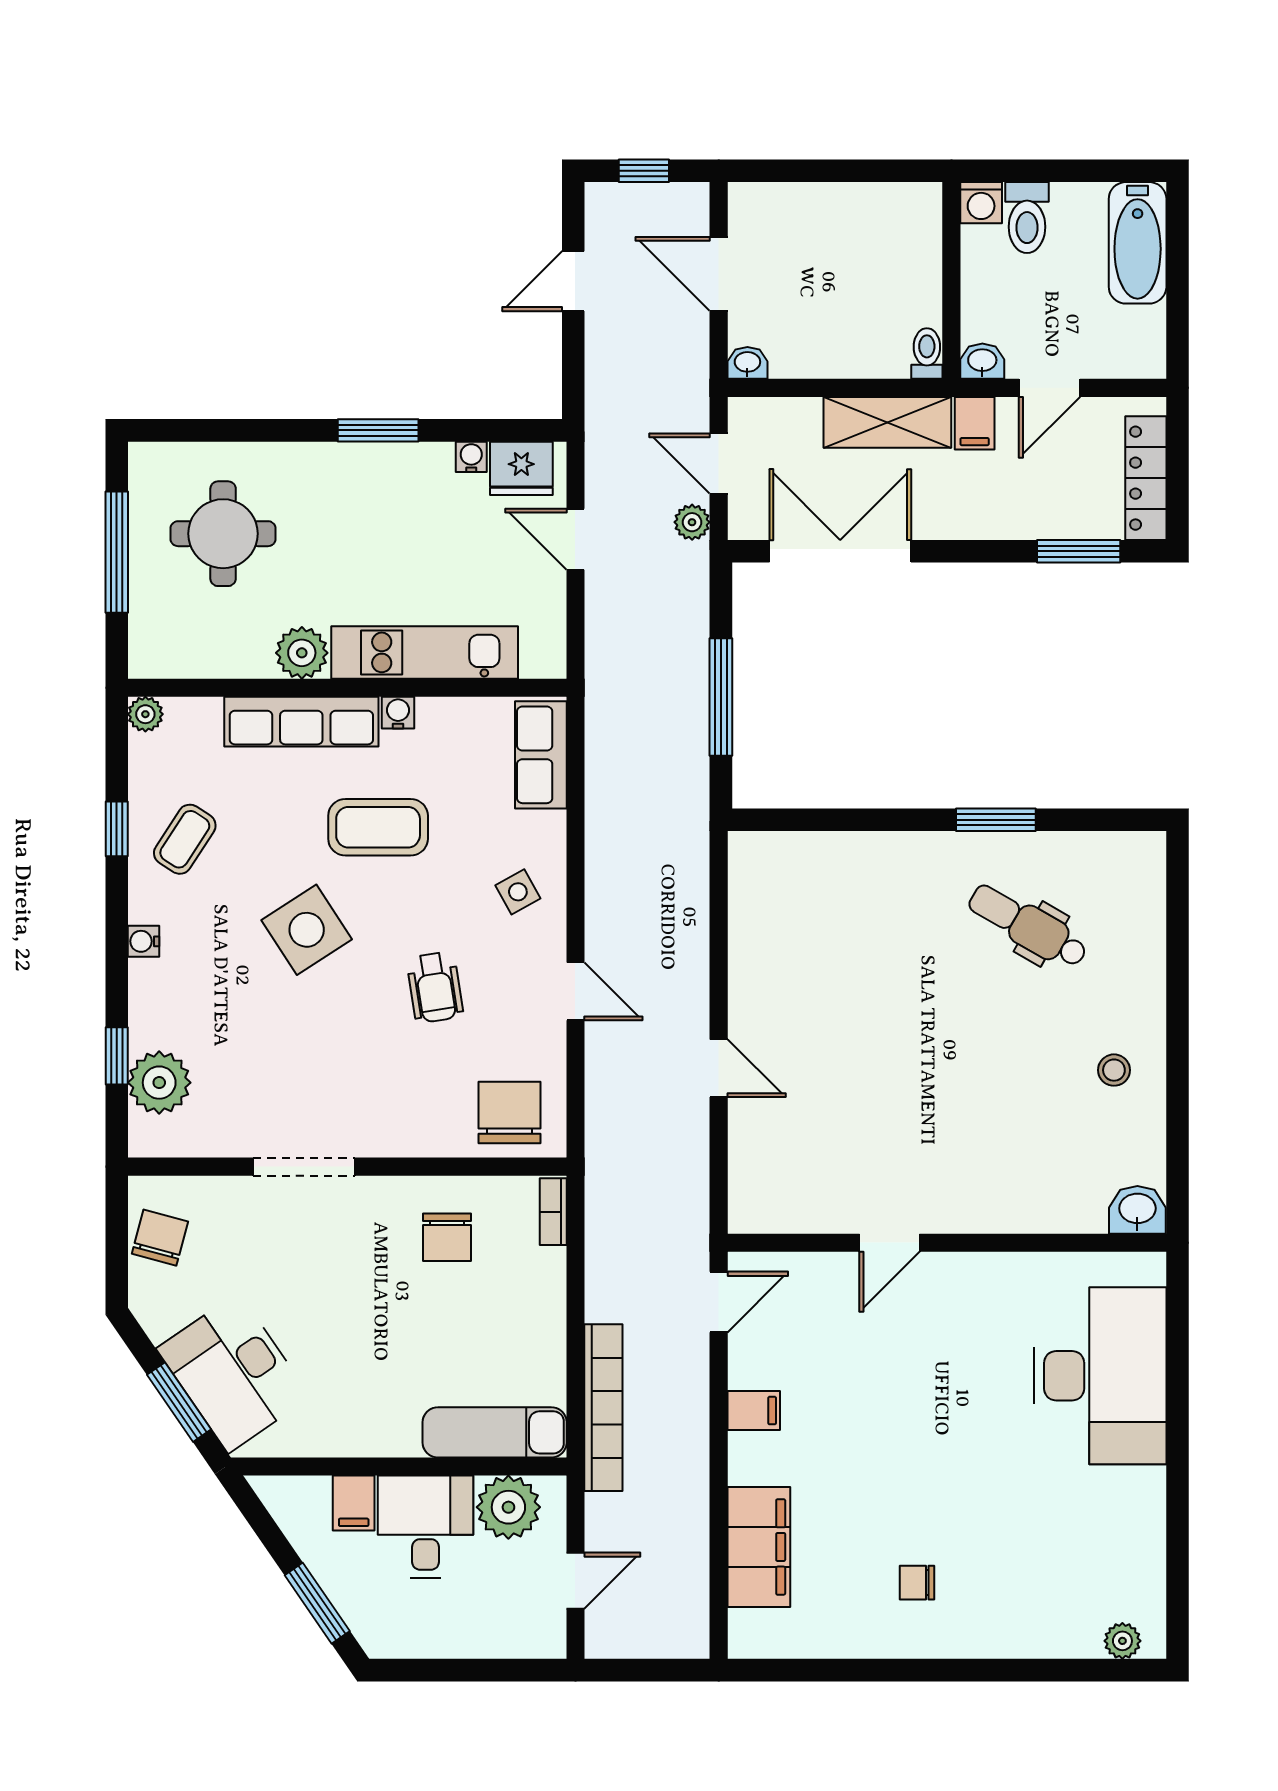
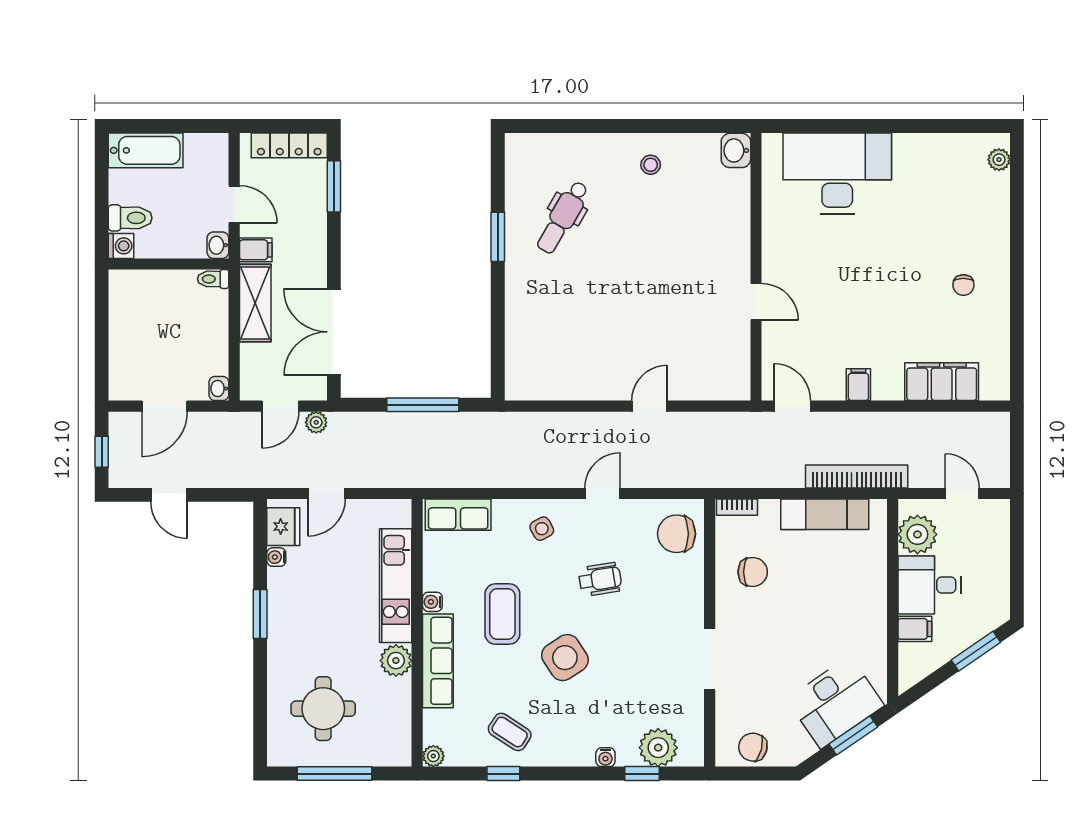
water cooler: (143, 941) -> (605, 757), moved
exam couch: (495, 1432) -> (825, 514), moved, turned -90

